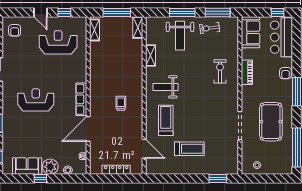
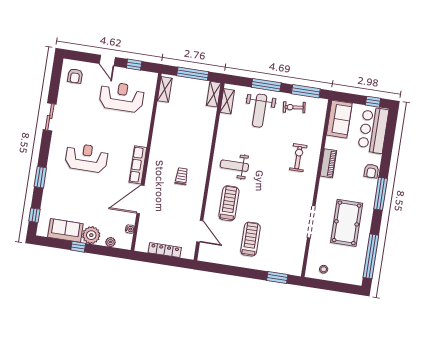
shelving: (151, 56) -> (227, 101), moved
treadmill: (189, 149) -> (250, 239), turned -90

